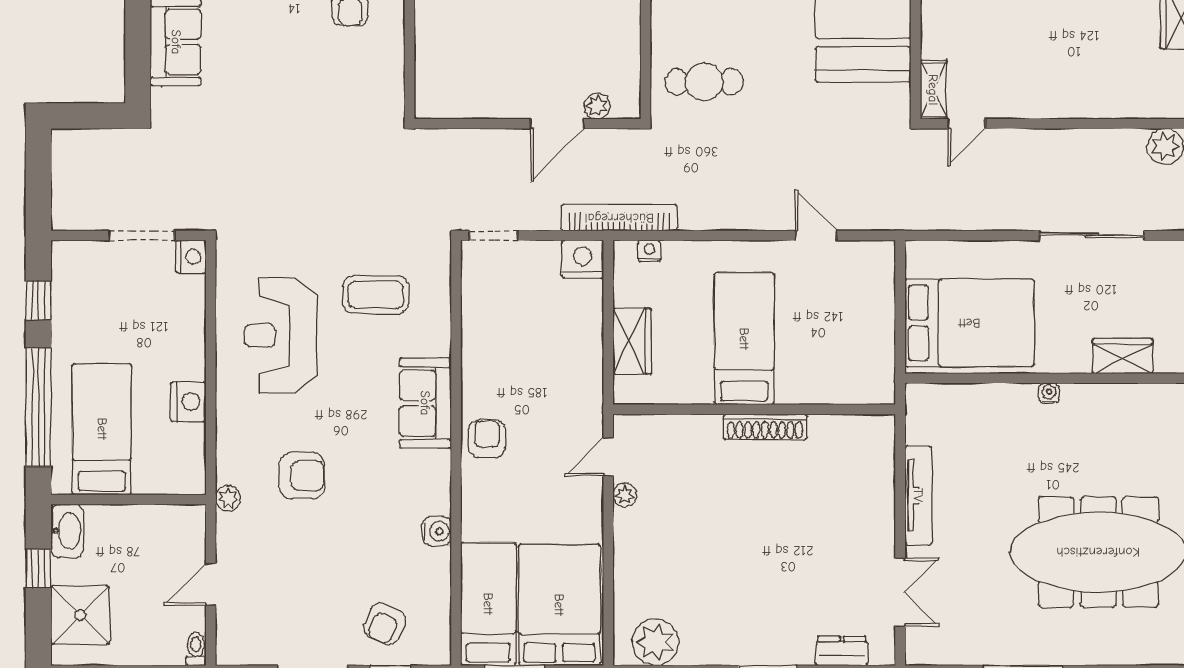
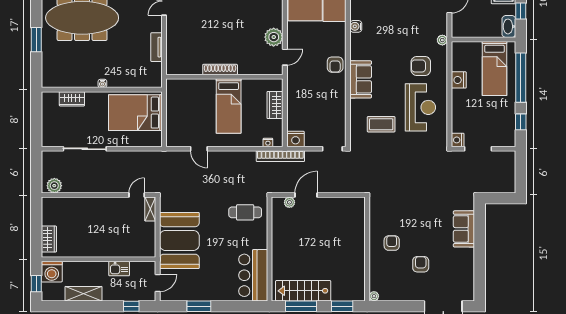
armchair: (302, 476) -> (421, 66), moved
plant: (625, 495) -> (274, 37), width x1.88, depth x1.88
tv unit: (918, 495) -> (157, 47), width x0.71

